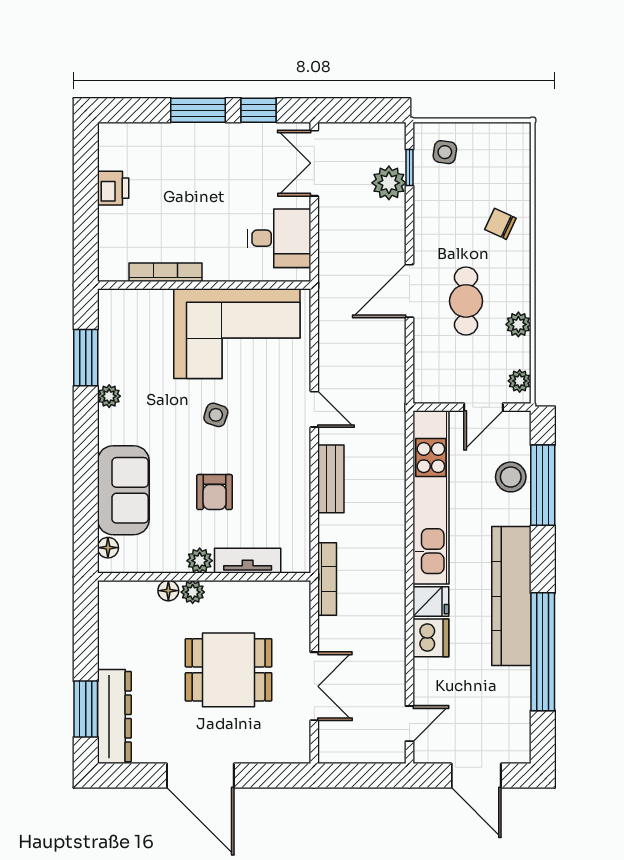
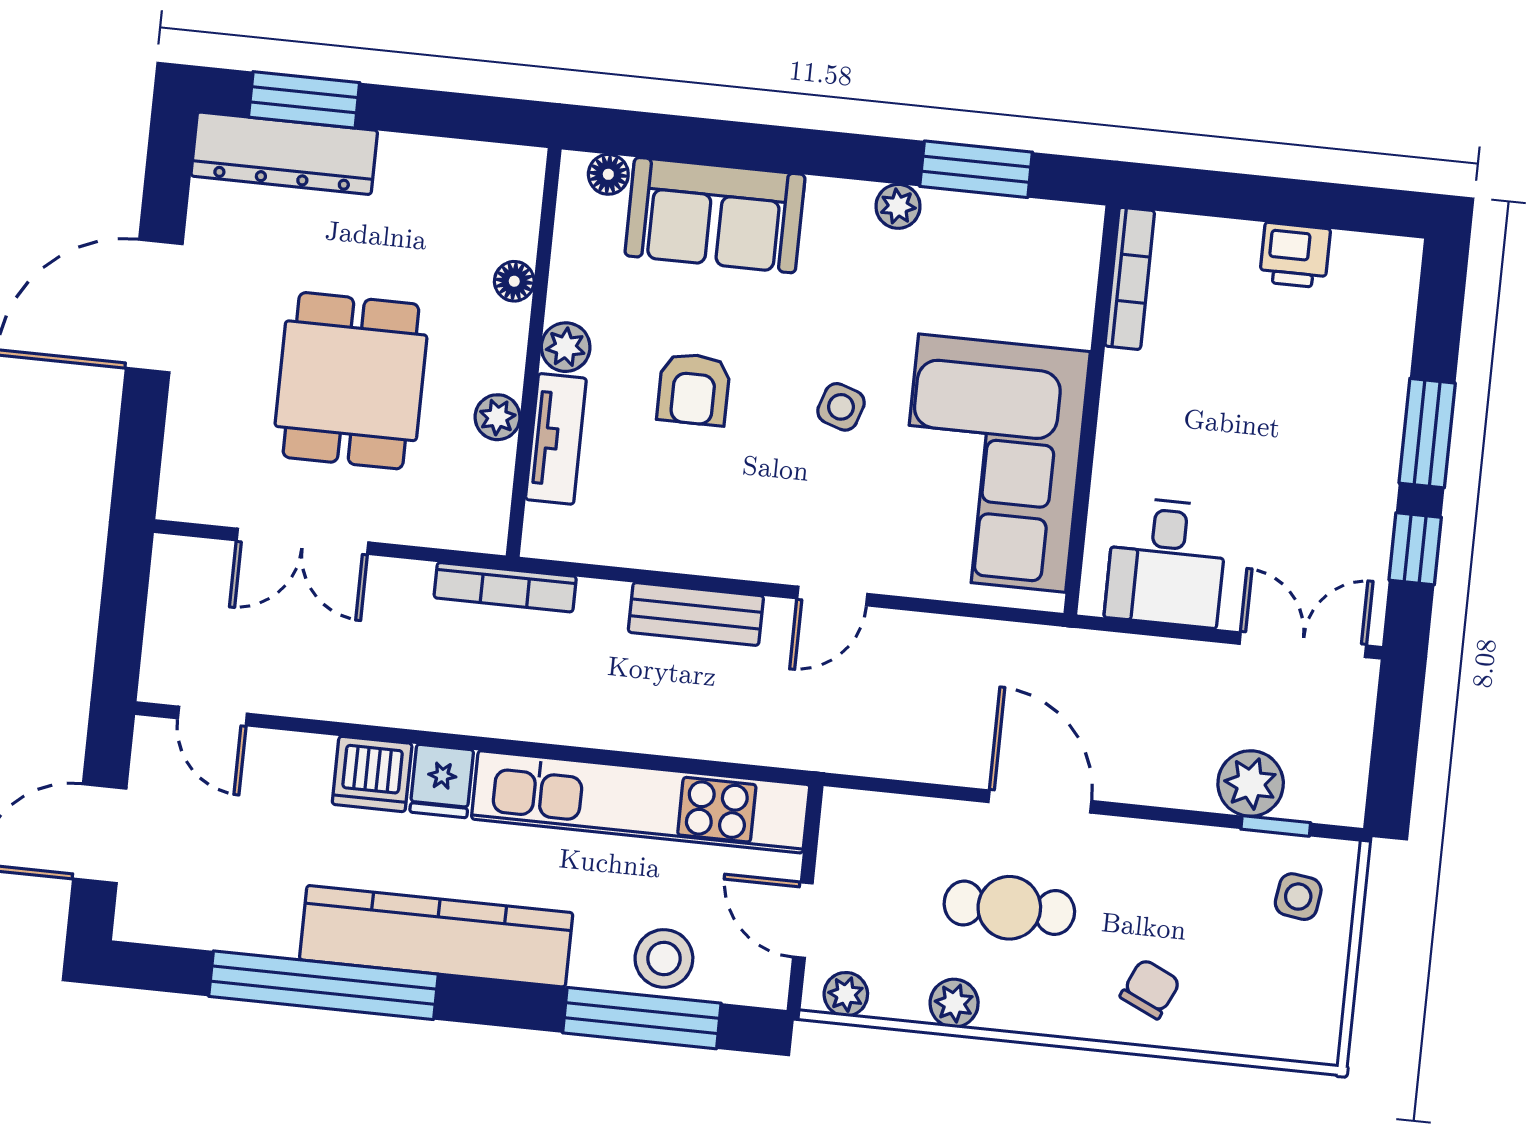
bookcase: (165, 272) -> (1130, 278), moved
armchair: (215, 492) -> (694, 389), turned -90
plant: (193, 592) -> (498, 417), moved

